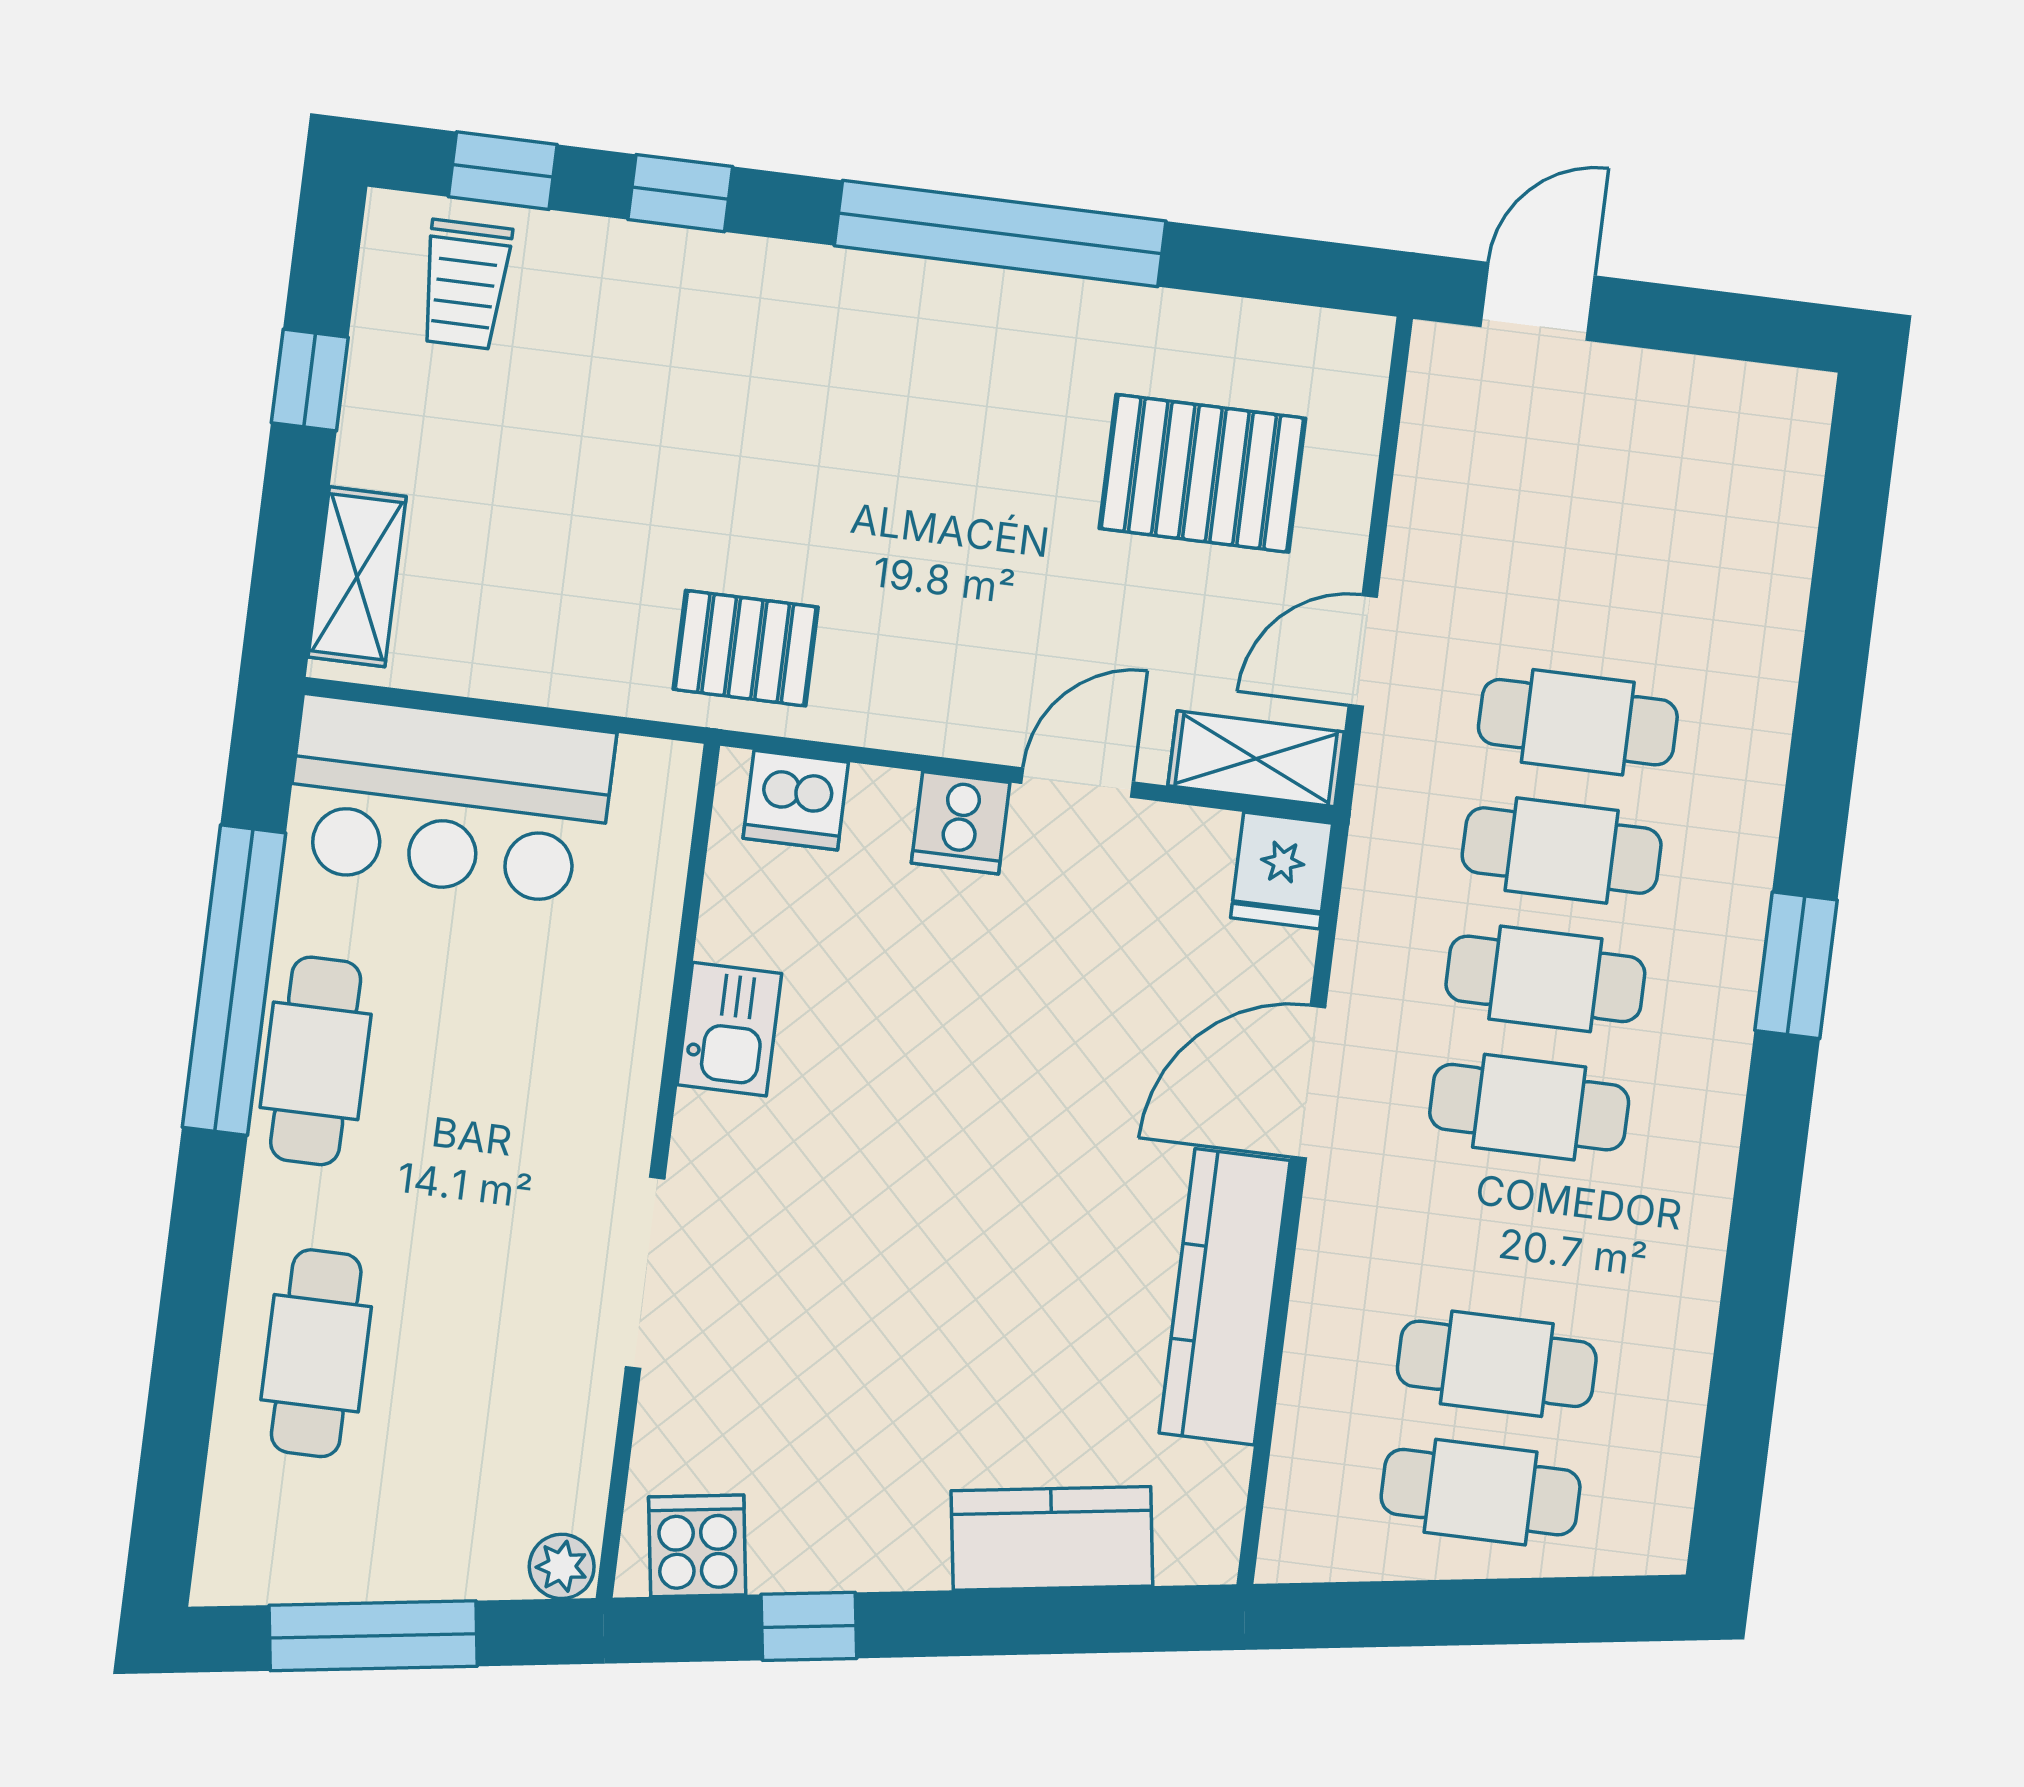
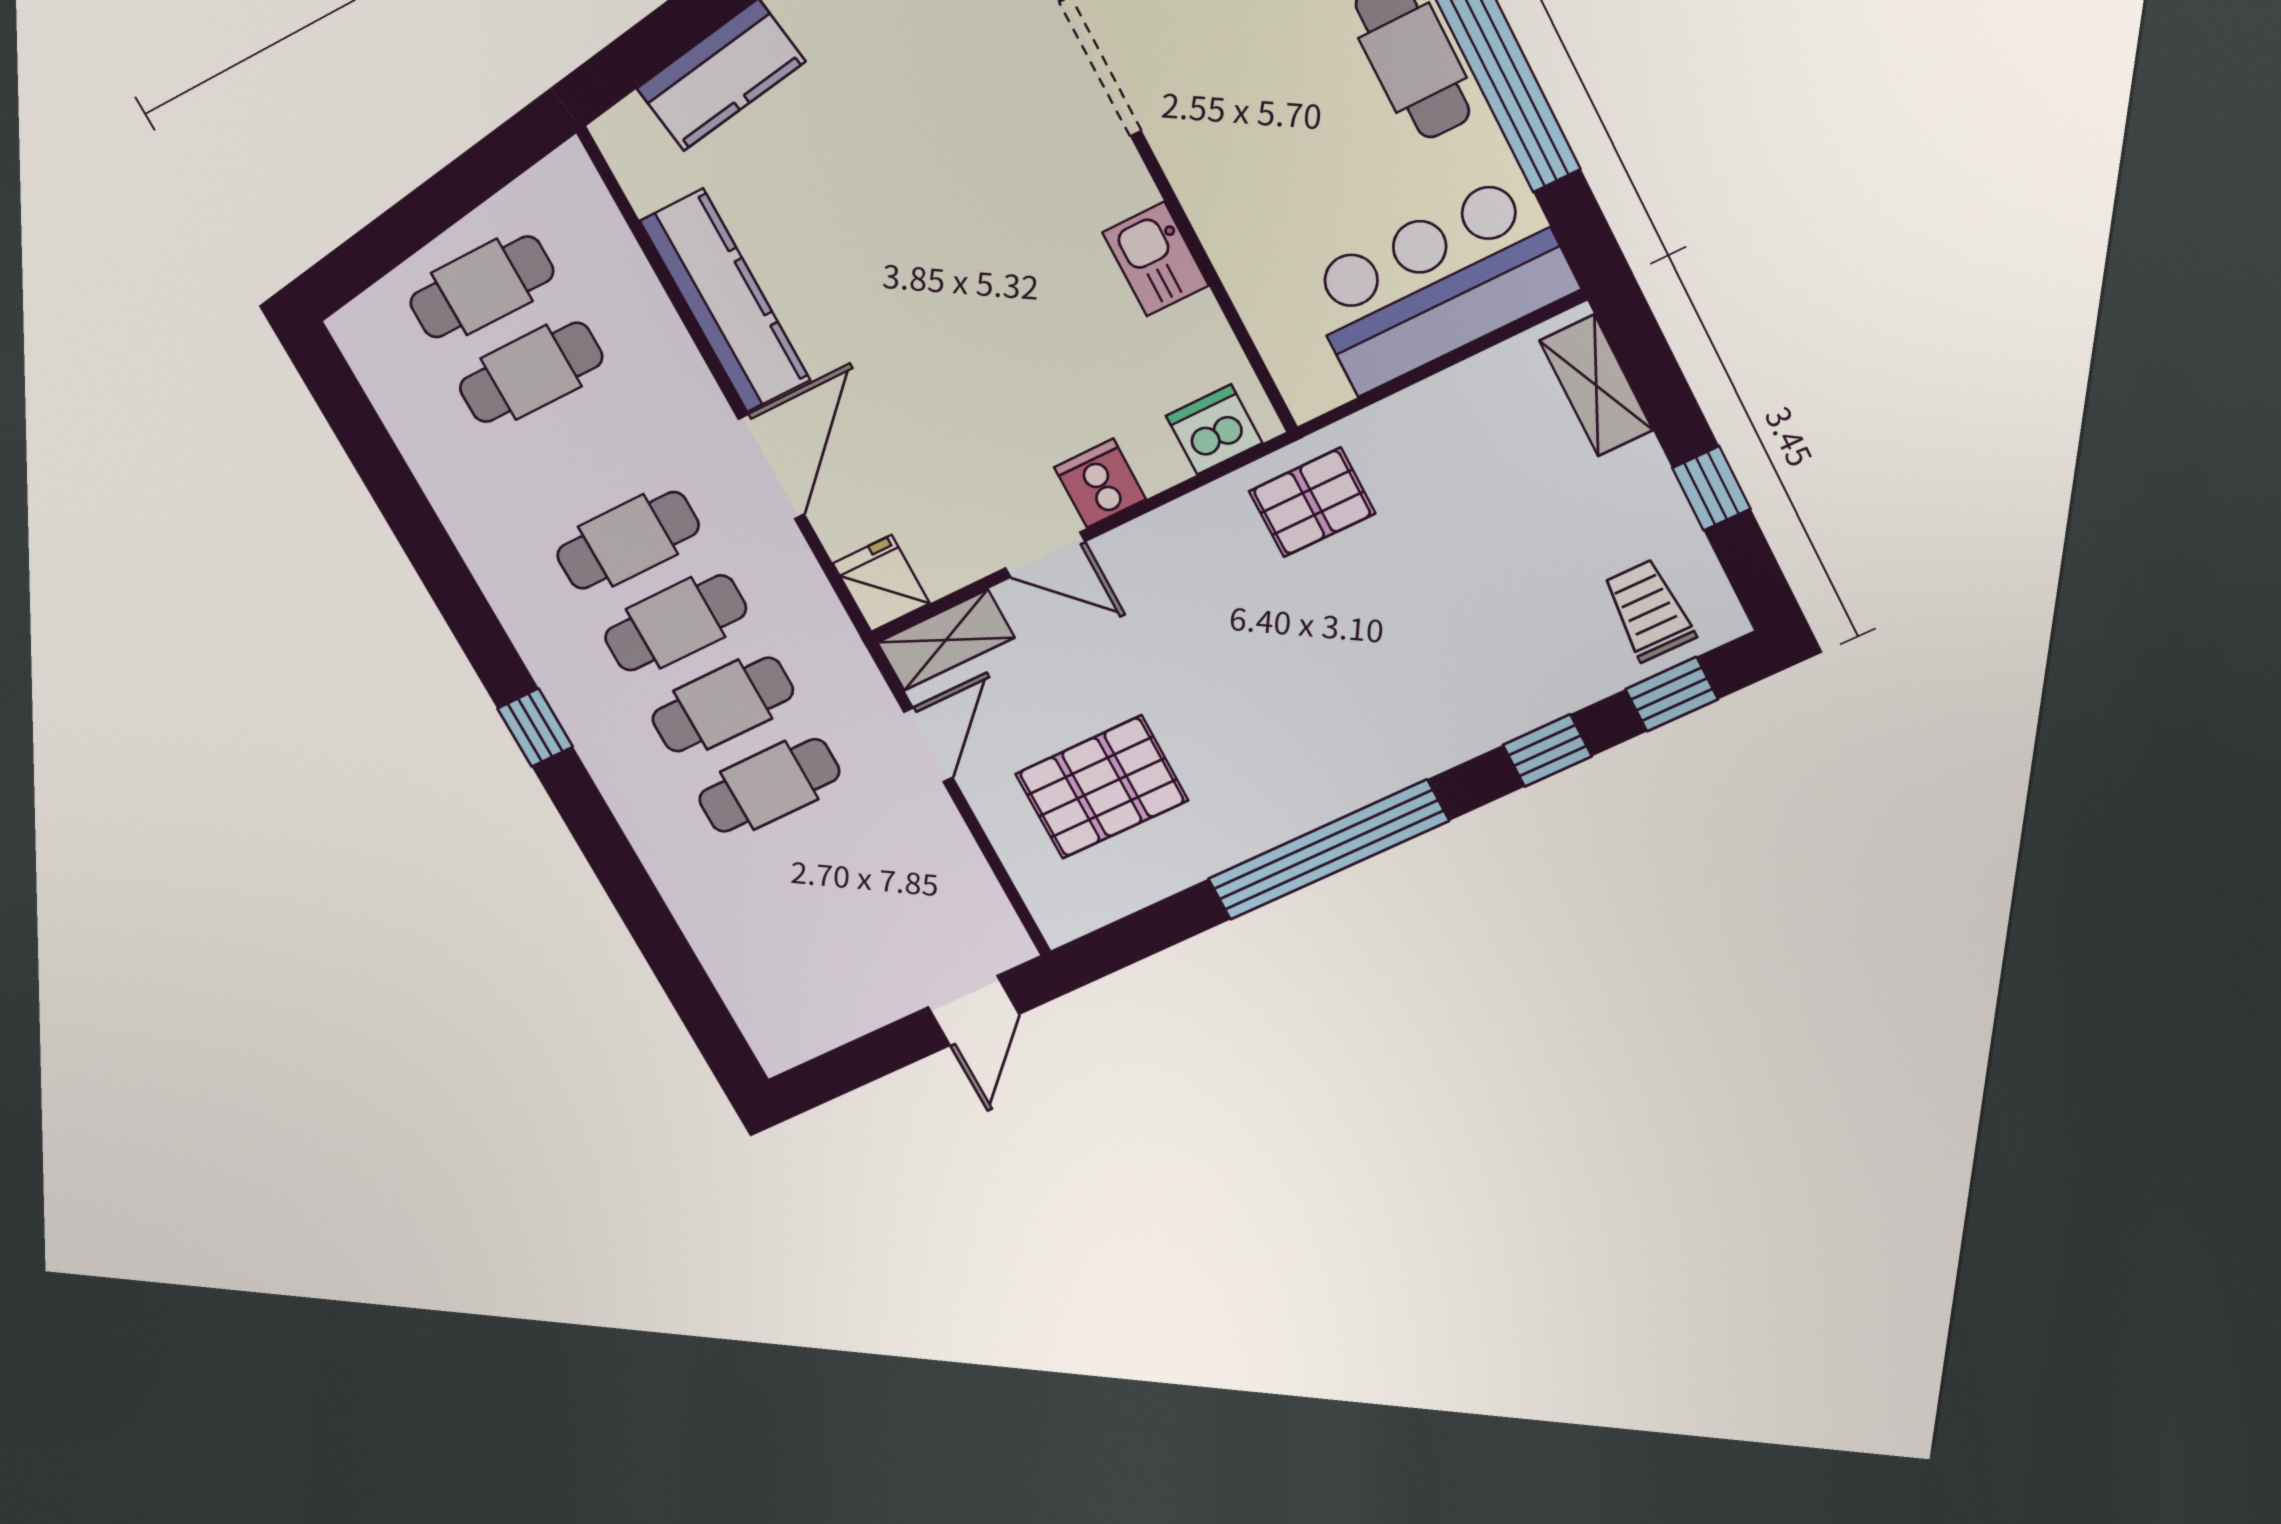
door: (1077, 783) -> (1045, 555), hinge flipped
window: (1796, 965) -> (535, 728), width x0.67

